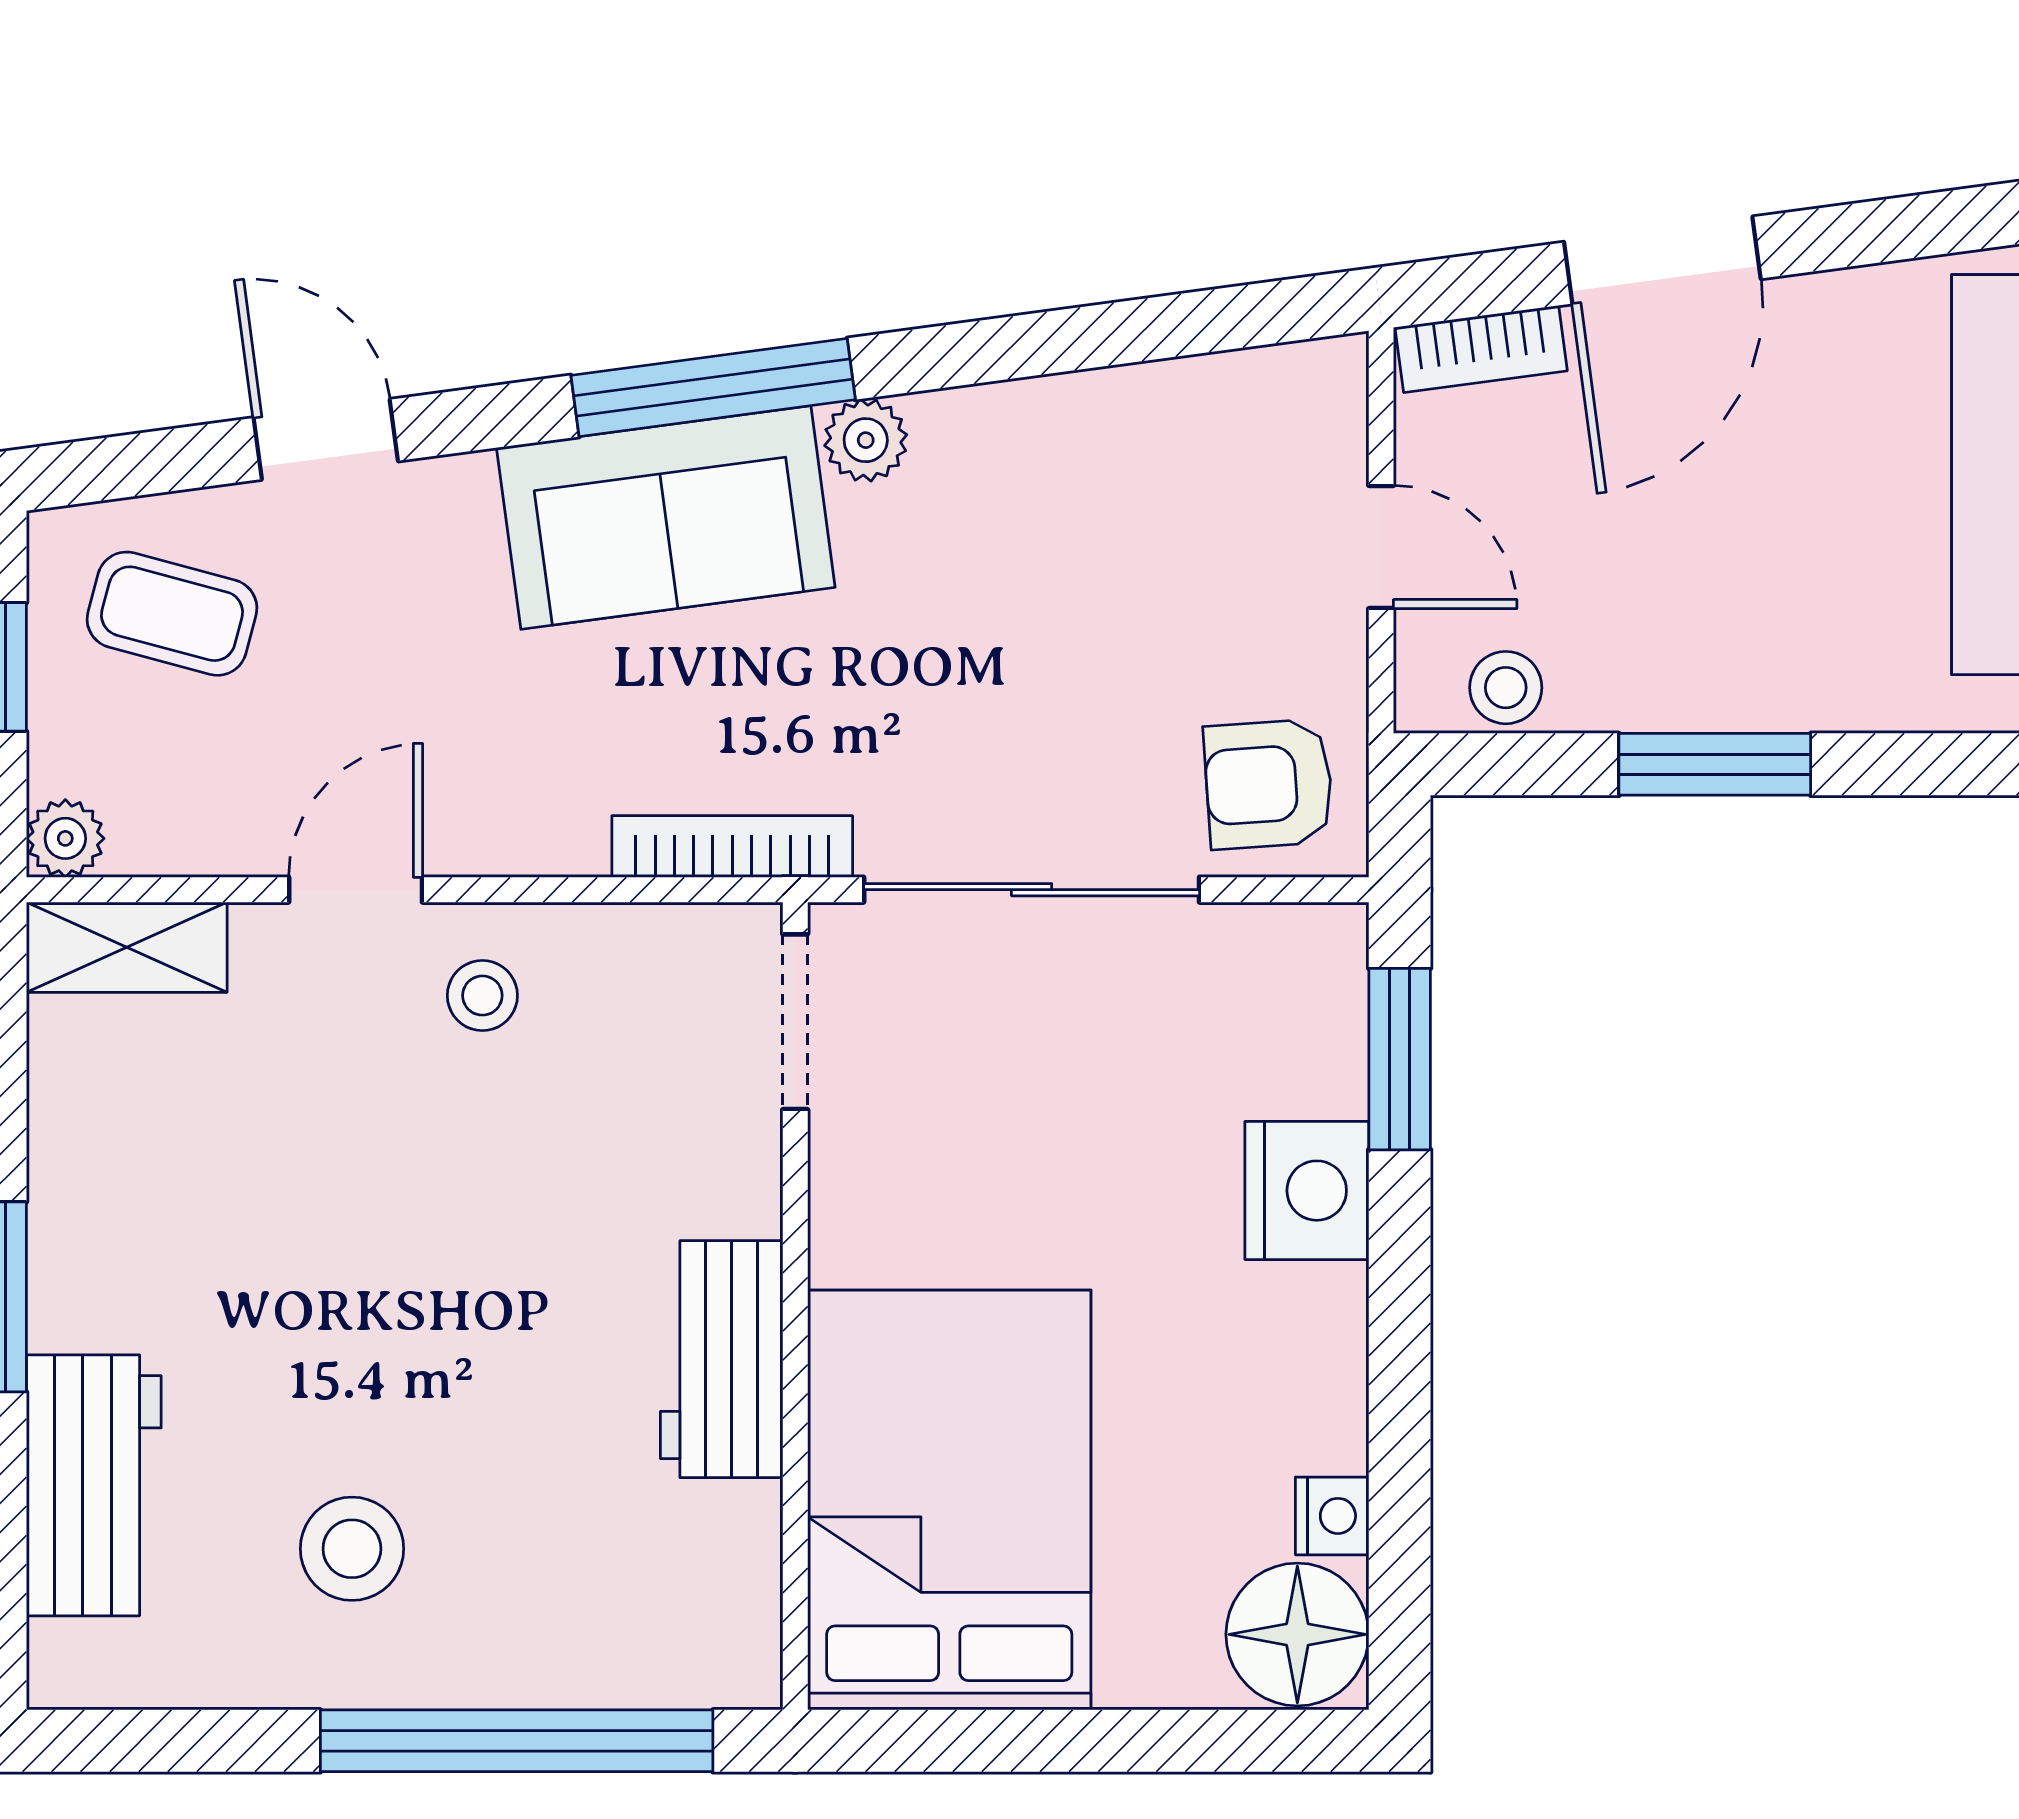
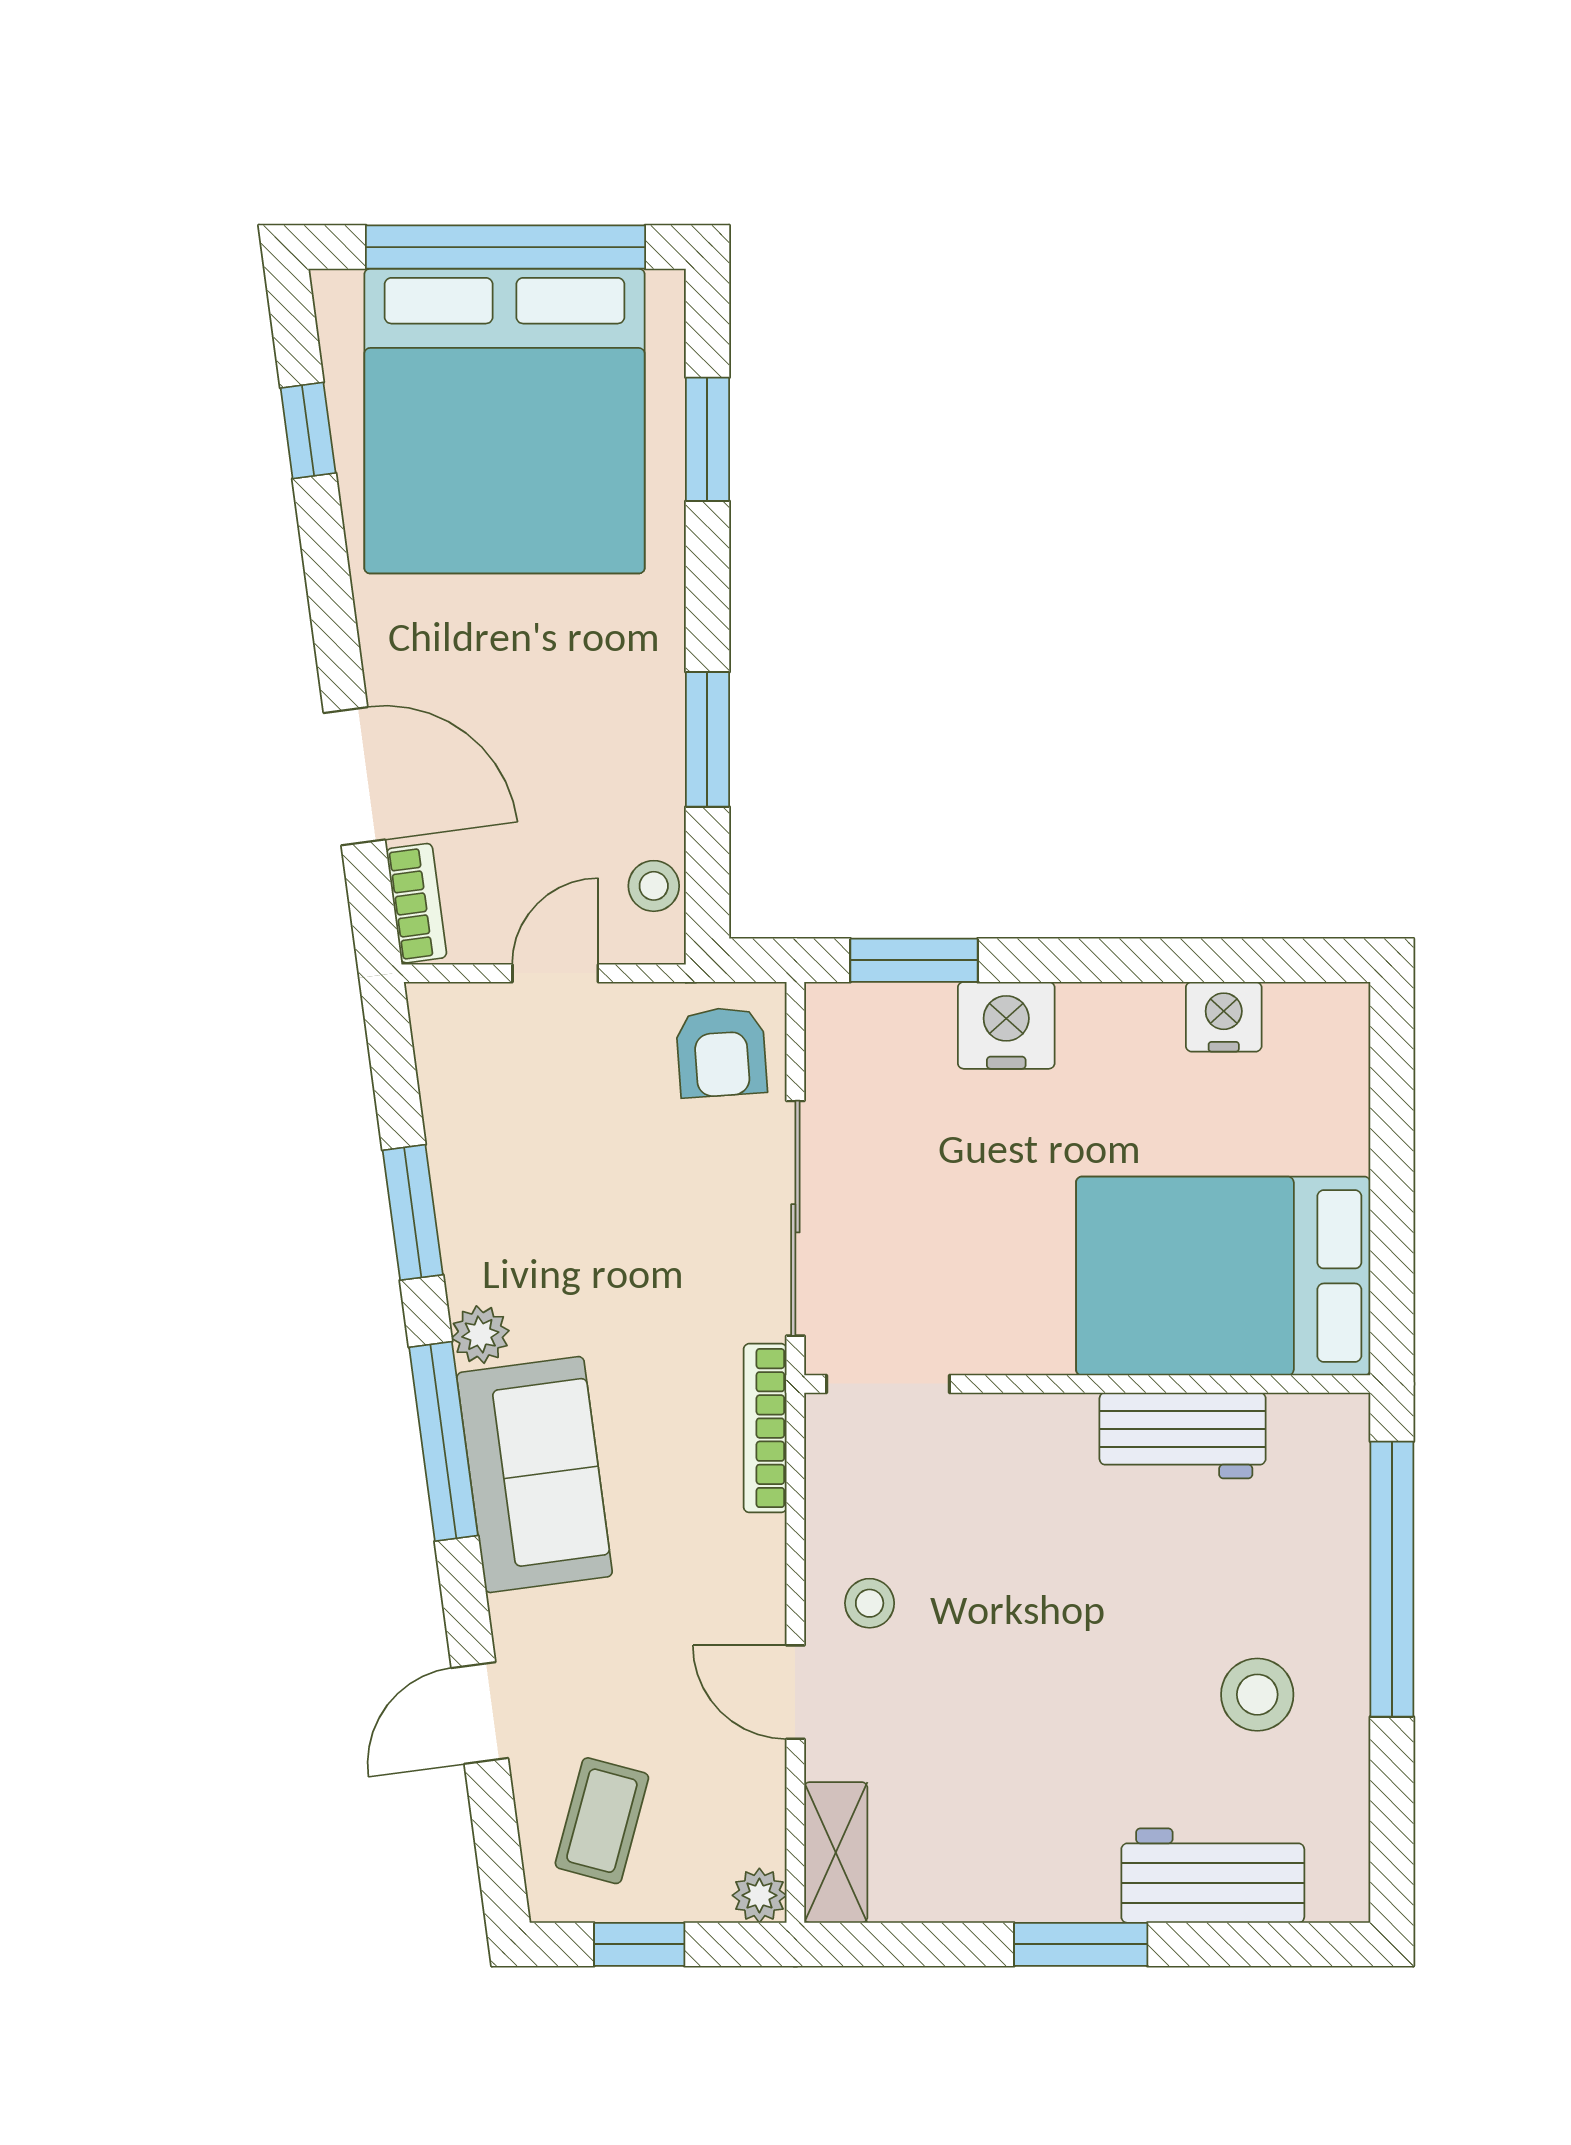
window: (1040, 344) -> (413, 1212), added
workbench: (722, 1359) -> (1183, 1435), moved
nightstand: (1332, 1516) -> (1224, 1017), width x1.39, depth x1.35
floor lamp: (1297, 1634) -> (1317, 1032), removed

